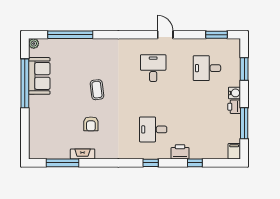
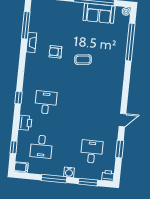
window: (216, 35) -> (120, 149), moved
desk: (153, 68) -> (41, 147), moved, turned 90
printer: (234, 107) -> (108, 176), moved
window: (244, 123) -> (54, 179), moved
window: (195, 163) -> (14, 147), moved

